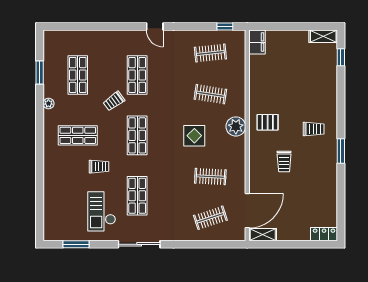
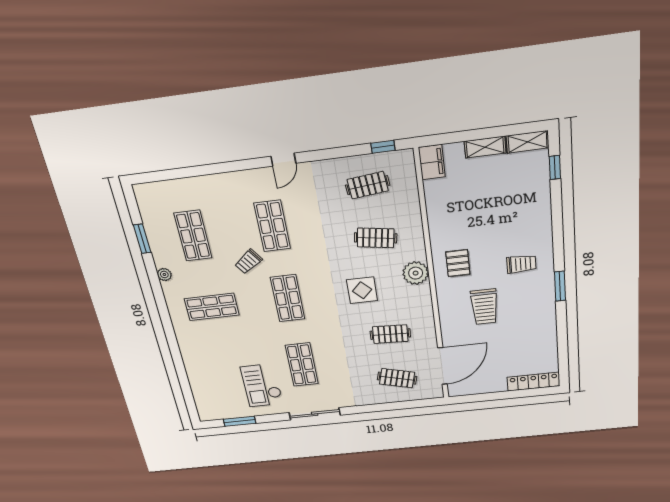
door: (155, 26) -> (283, 160), hinge flipped
pallet: (268, 122) -> (458, 263), turned 90
trolley: (284, 161) -> (484, 307), width x1.36, depth x1.39
trolley: (99, 167) -> (247, 338), removed
clothes rail: (210, 218) -> (397, 378), turned 33
locker: (324, 234) -> (534, 382), width x1.53
shelving: (263, 235) -> (485, 147), moved

